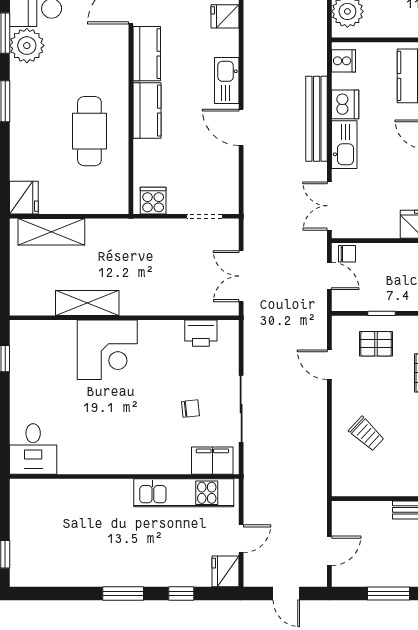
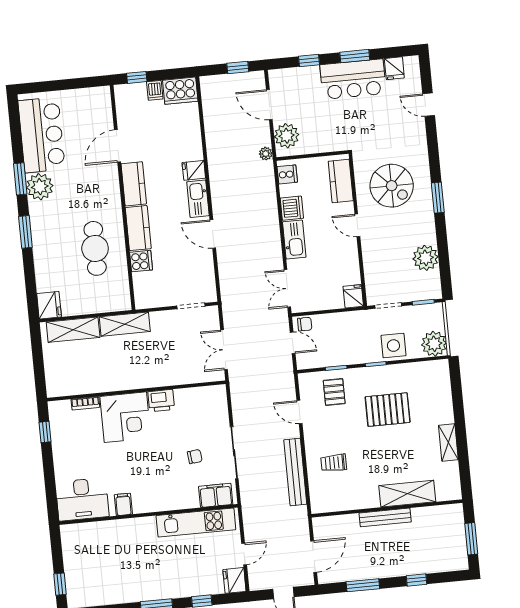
fridge: (225, 16) -> (194, 170), moved
plant: (319, 32) -> (266, 154), added
bench: (317, 119) -> (295, 472), moved
cooker: (153, 201) -> (141, 261), moved, turned 90
shelving: (87, 303) -> (125, 324), moved
bookcase: (58, 327) -> (85, 403), added
printer: (201, 333) -> (161, 401), moved
pallet: (376, 344) -> (334, 392), turned 90
trolley: (367, 434) -> (334, 463), turned 137
desk: (33, 449) -> (82, 499), width x1.37
filing cabinet: (94, 461) -> (123, 504), added
door: (329, 551) -> (314, 557), width x1.38

